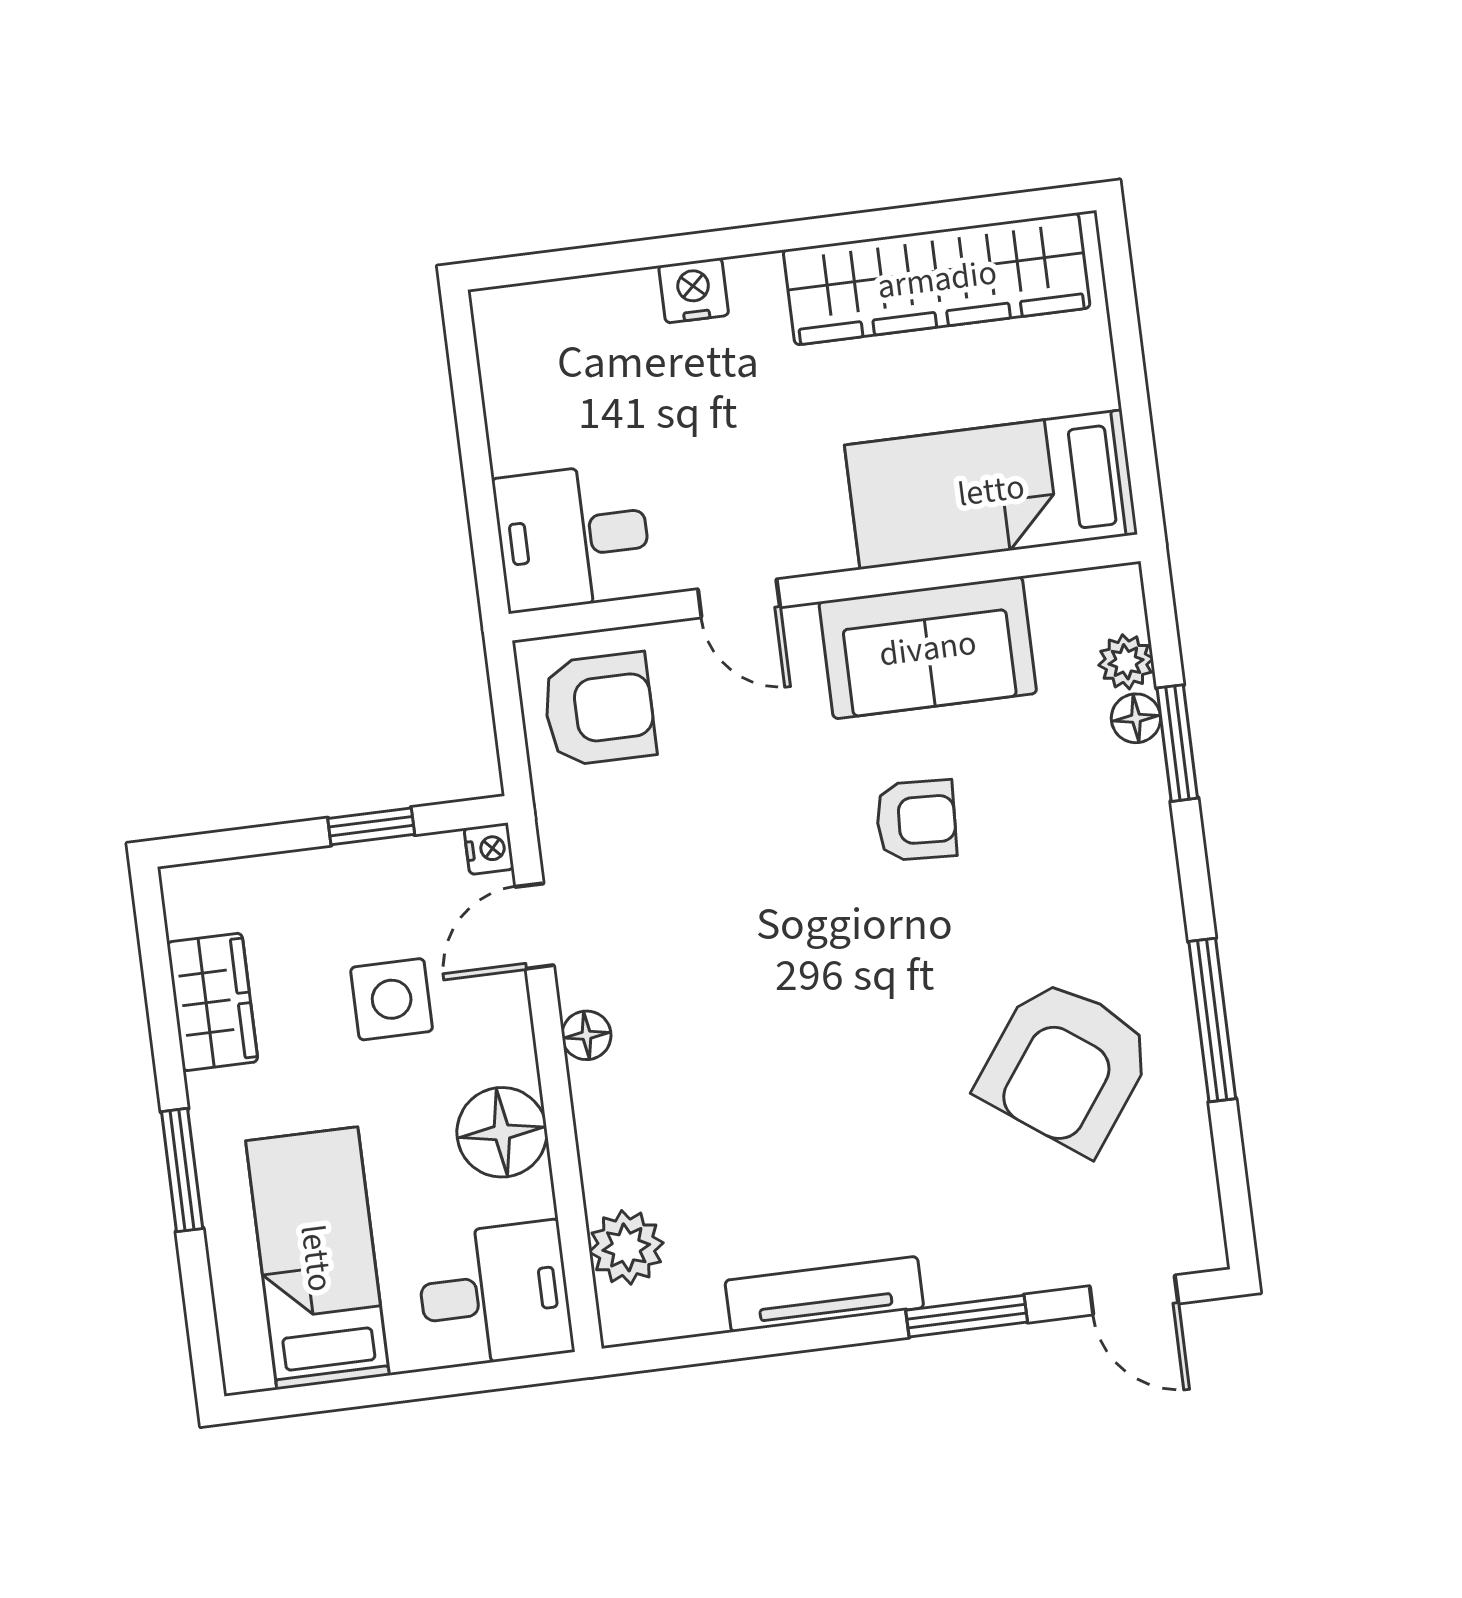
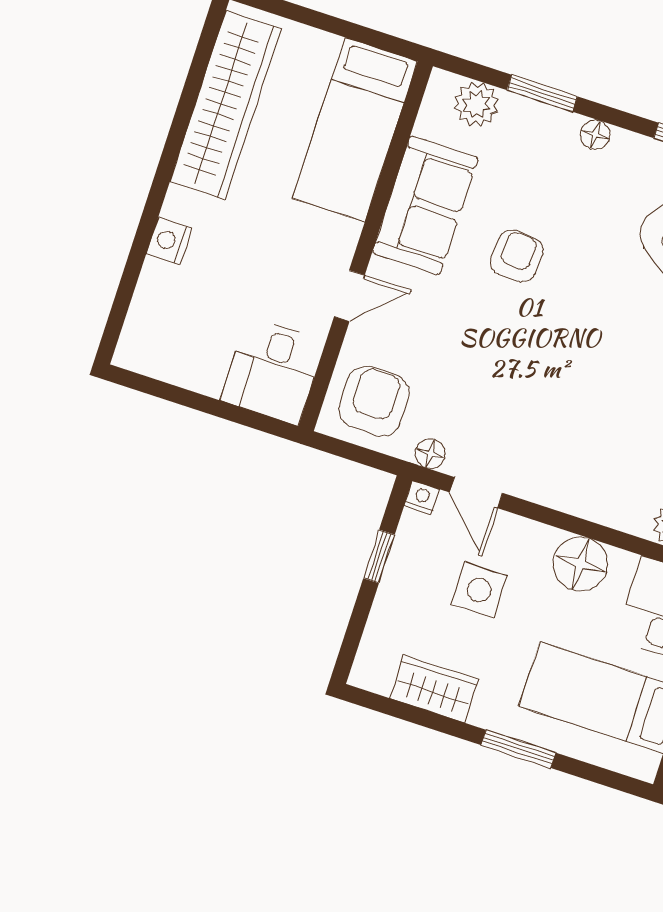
plant: (1126, 662) -> (476, 104), width x1.38, depth x1.38
floor lamp: (1136, 718) -> (595, 135), moved
floor lamp: (586, 1035) -> (430, 454), moved

